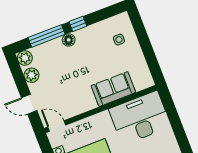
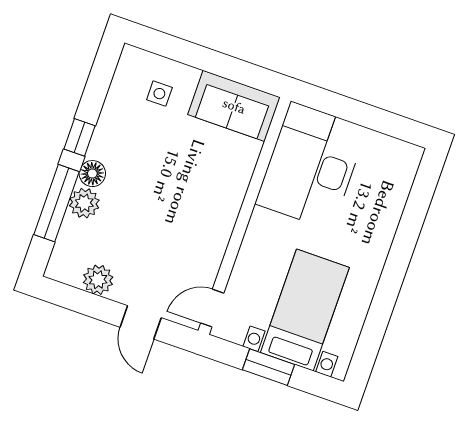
plant: (25, 58) -> (84, 203), moved
sofa: (113, 89) -> (234, 106), moved, turned -90
door: (29, 104) -> (141, 322), hinge flipped

